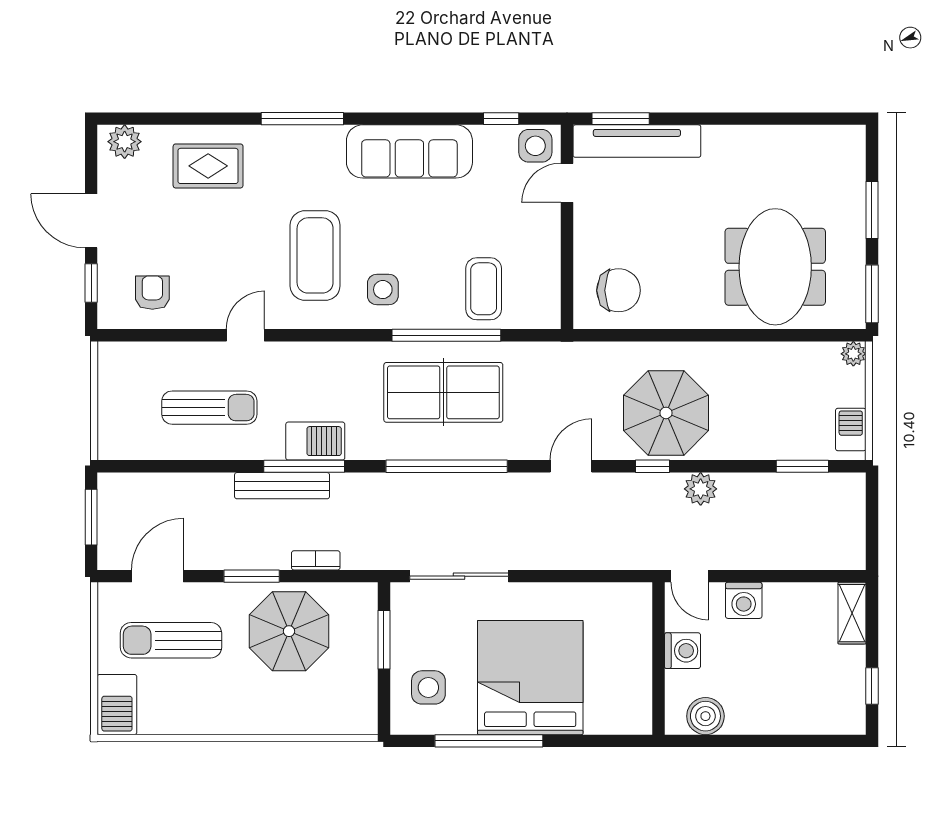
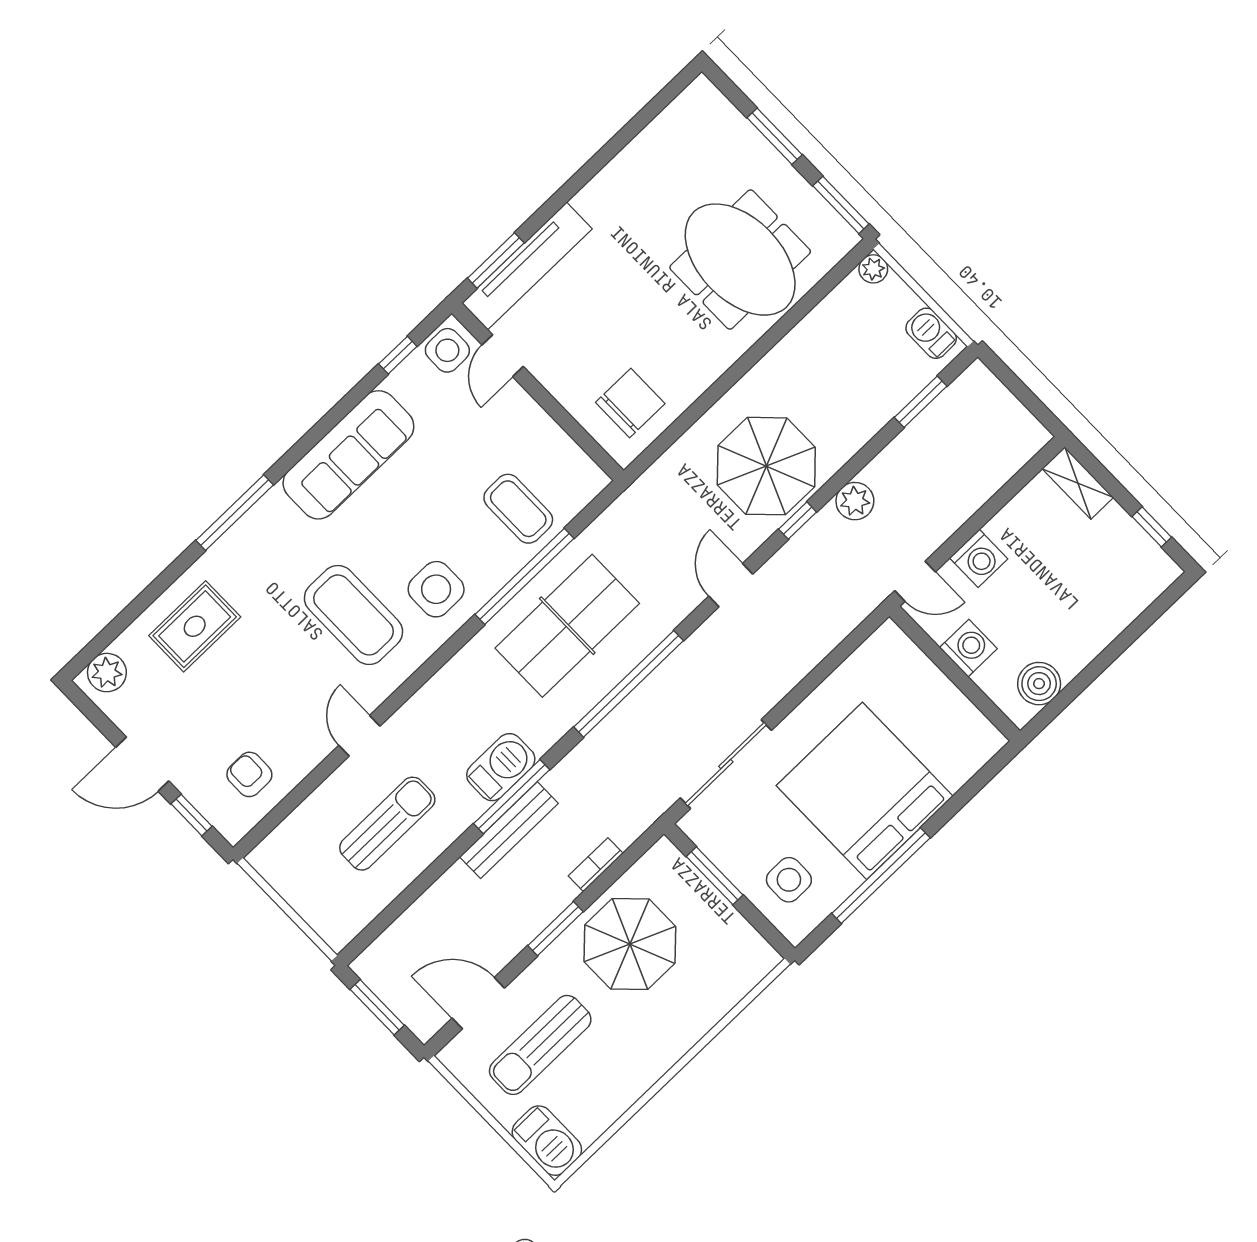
side table: (383, 290) -> (436, 589), width x1.37, depth x1.37
door: (158, 576) -> (478, 1003), hinge flipped

